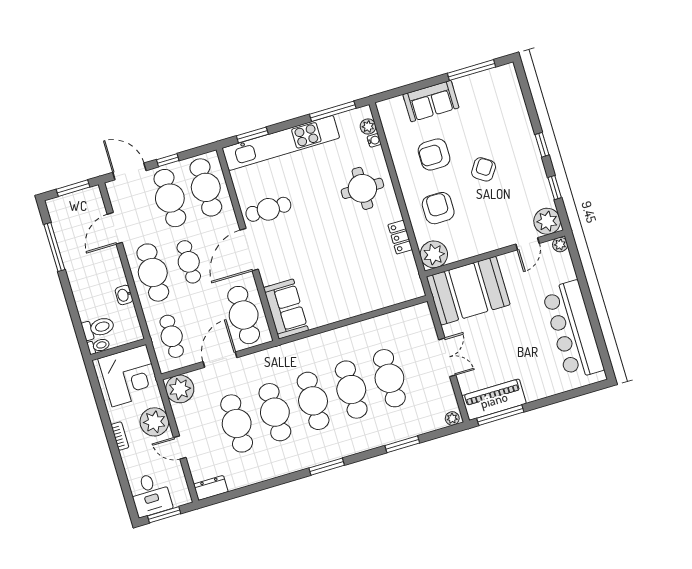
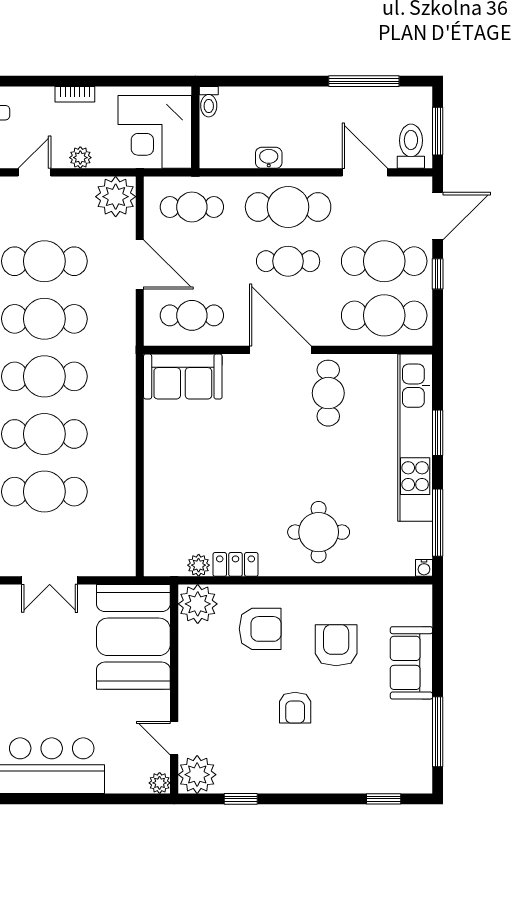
plant: (368, 127) -> (199, 565), moved
window: (252, 135) -> (438, 433), moved
water cooler: (374, 140) -> (424, 568), moved
window: (542, 145) -> (384, 799), moved
armchair: (484, 169) -> (295, 708), turned 56
cafe table: (244, 315) -> (192, 315), width x0.73, depth x0.74
toilet: (98, 328) -> (411, 146), moved, turned 180
plant: (154, 422) -> (80, 158), width x0.53, depth x0.53

